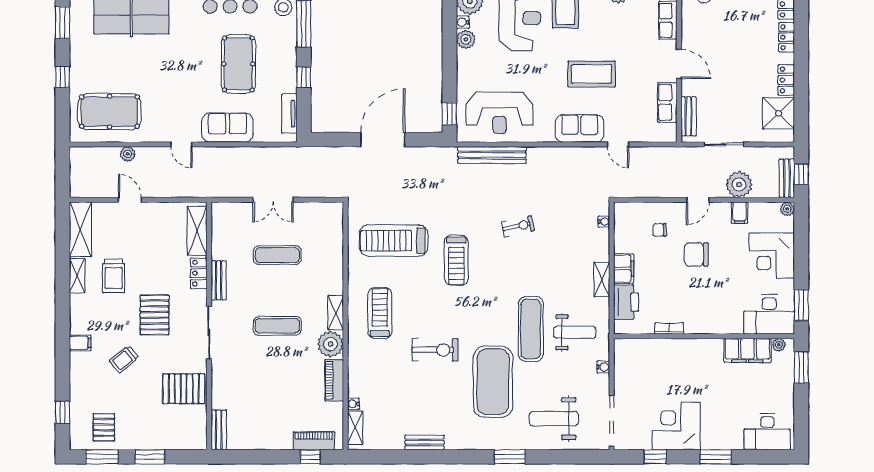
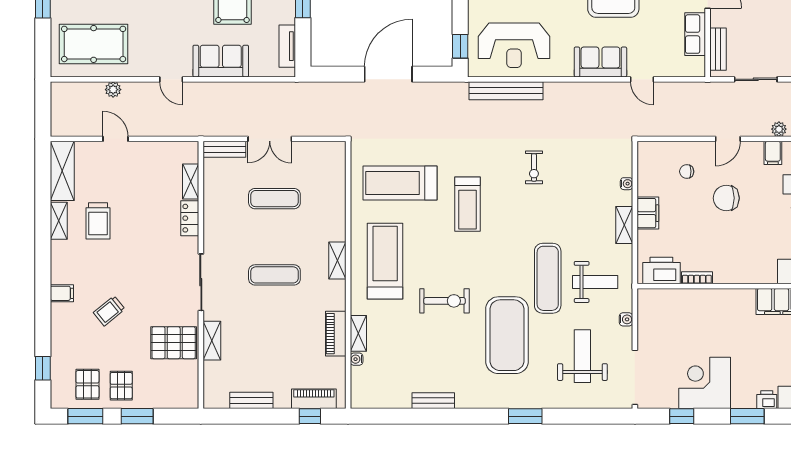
plant: (739, 185) -> (779, 129), width x0.53, depth x0.53
water cooler: (604, 222) -> (627, 184), moved
exercise bike: (518, 226) -> (534, 167), turned 102
shelving: (197, 231) -> (191, 181), width x0.67, depth x0.75
bench: (219, 280) -> (224, 149), moved, turned 90
printer: (626, 302) -> (661, 270), moved, turned -90
treadmill: (380, 313) -> (385, 261), width x1.37, depth x1.38
pallet: (155, 315) -> (121, 386), moved, width x0.67, depth x0.71
plant: (330, 344) -> (332, 295), removed
shelving: (219, 387) -> (212, 341), added
weight bench: (554, 419) -> (582, 356), moved, turned 90
shelving: (355, 428) -> (358, 333), moved
bench: (219, 430) -> (251, 400), moved, turned 90
printer: (734, 442) -> (767, 400), added

